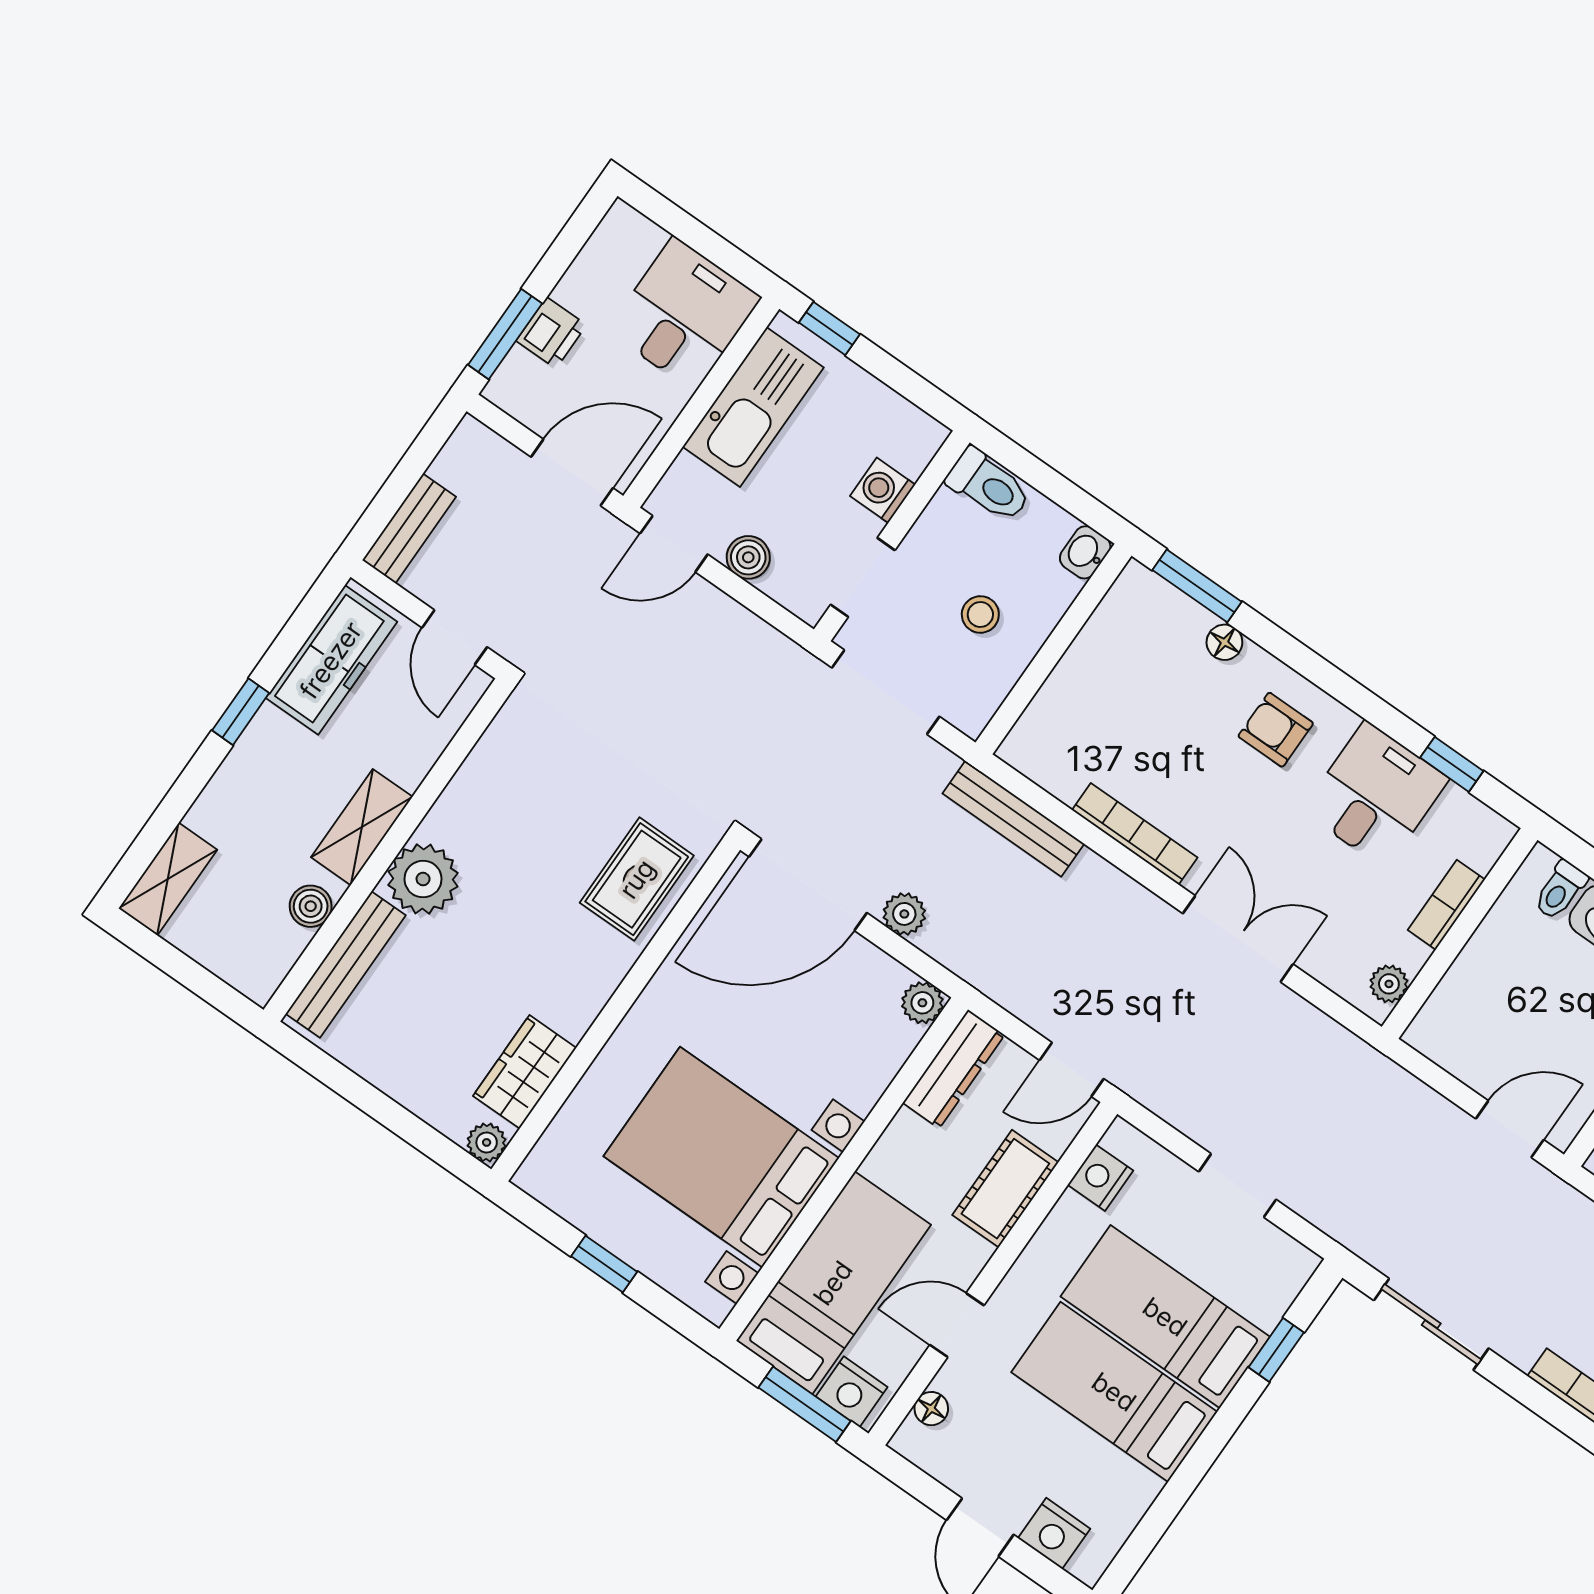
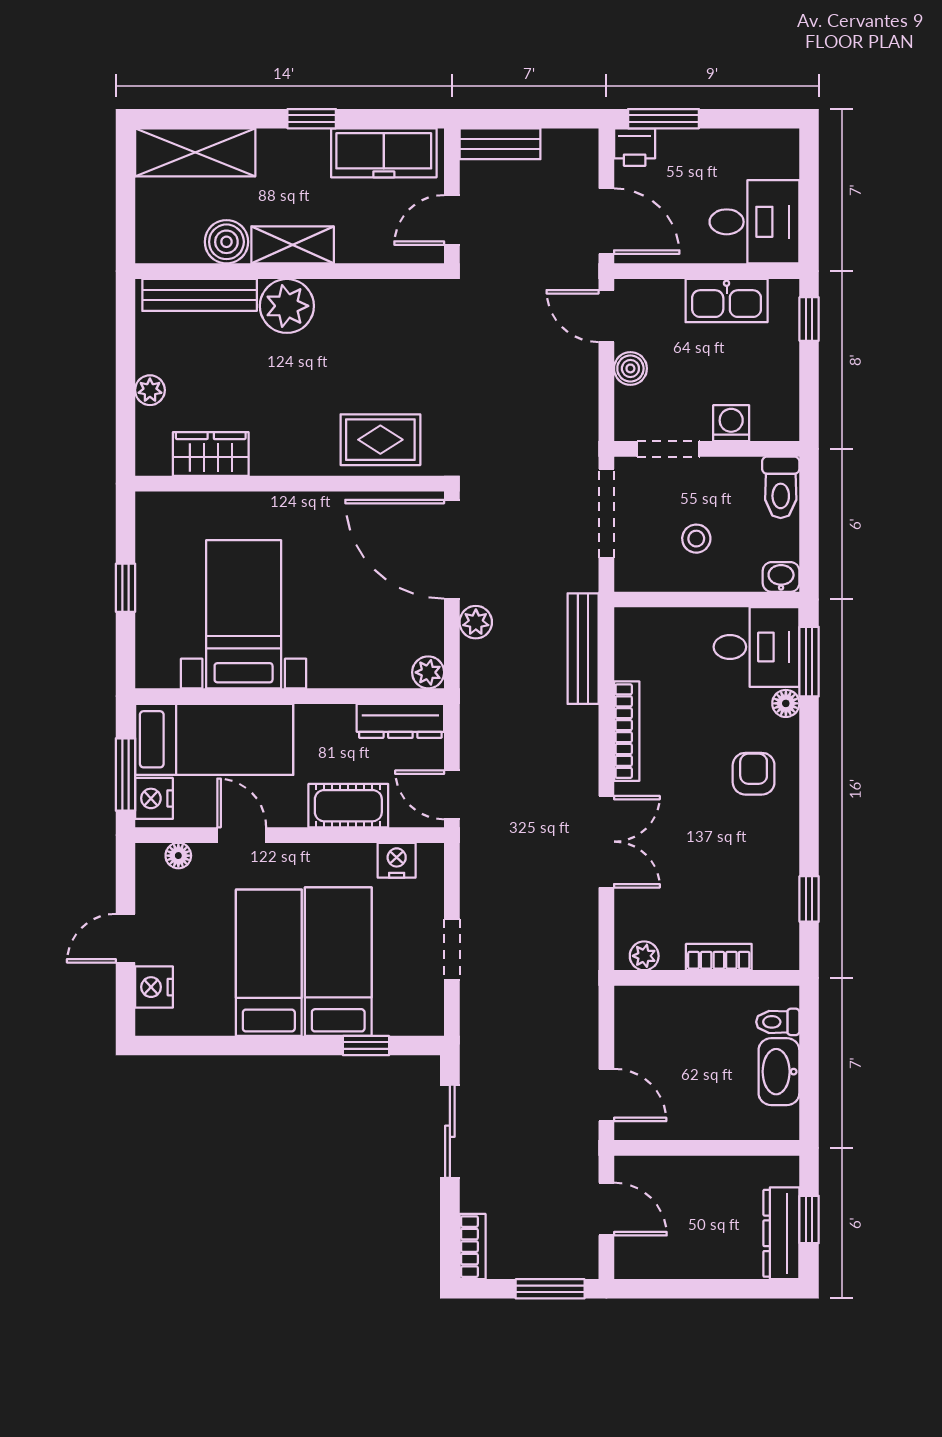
printer: (551, 333) -> (635, 147), moved
kitchen sink: (753, 407) -> (727, 301), width x0.73, depth x0.81
desk: (1375, 795) -> (756, 647), moved
shelving: (168, 879) -> (195, 152), width x1.50, depth x1.33
boiler: (311, 906) -> (226, 242), width x1.36, depth x1.36
plant: (487, 1142) -> (150, 390), moved
bed with nightstands: (721, 1157) -> (244, 614), width x0.73

